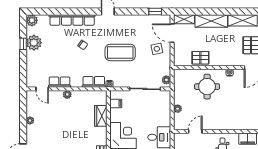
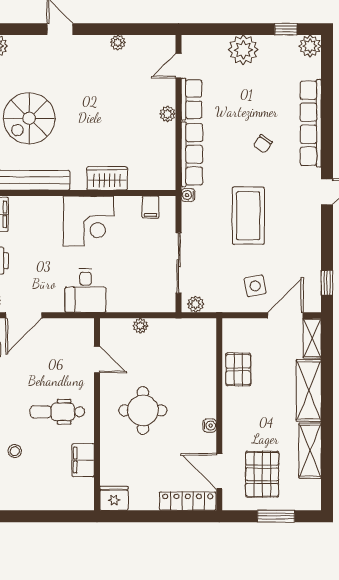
plant: (34, 43) -> (243, 50), moved
window: (23, 44) -> (286, 29), moved
row of seats: (94, 82) -> (192, 154), width x1.48
round table: (207, 87) -> (143, 410), moved
wardrobe: (101, 116) -> (107, 178), moved

